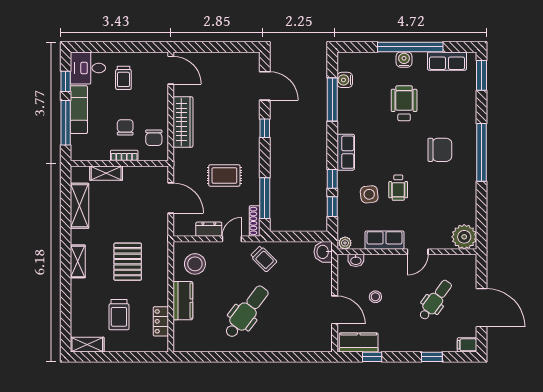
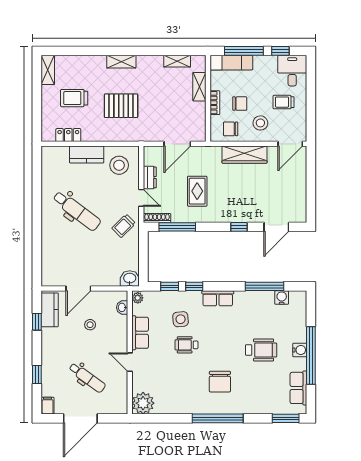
stool: (147, 104) -> (260, 123), added
exam couch: (79, 110) -> (231, 63), moved
shelving: (80, 206) -> (177, 61), width x0.67, depth x0.75

